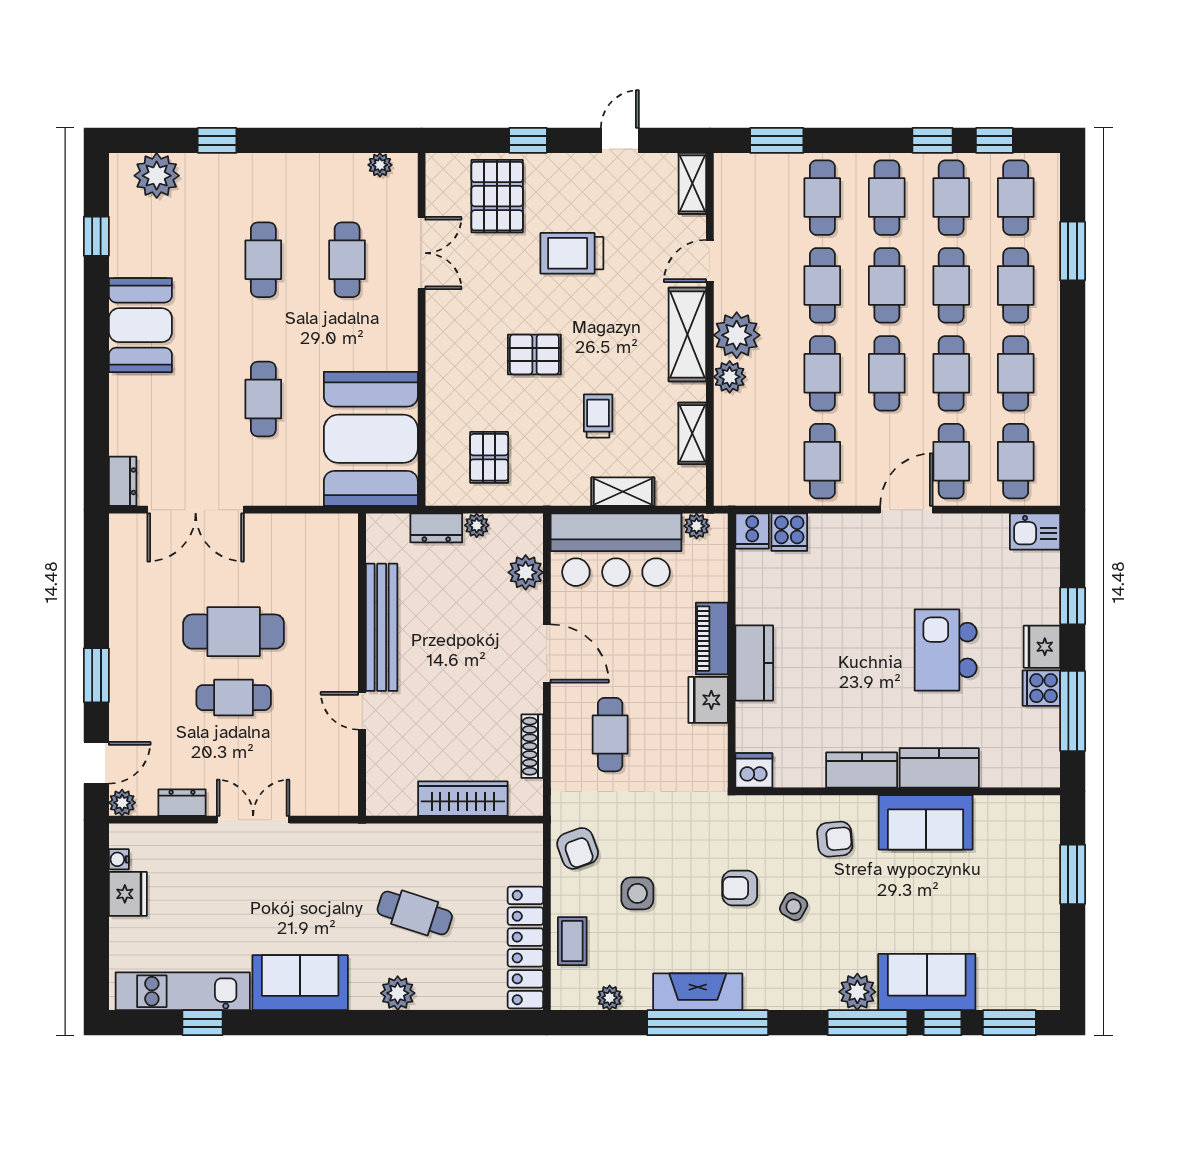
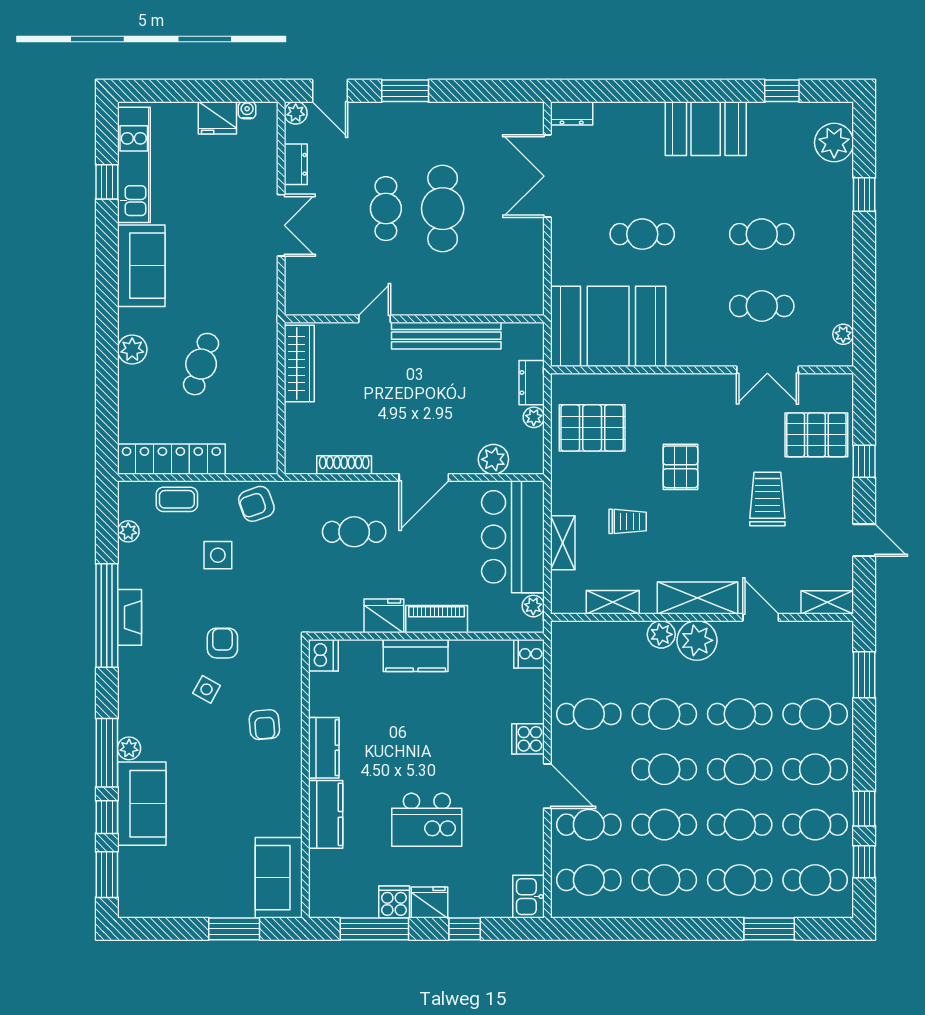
pallet: (489, 457) -> (592, 428), width x1.50, depth x1.42
cooker: (789, 532) -> (528, 739), moved
kitchen island: (946, 650) -> (427, 820), turned 180
wardrobe: (463, 799) -> (299, 364), moved
sofa: (926, 822) -> (279, 878), moved
fireplace: (698, 992) -> (130, 617), width x0.73, depth x0.76
plant: (857, 992) -> (129, 748), width x0.73, depth x0.73

